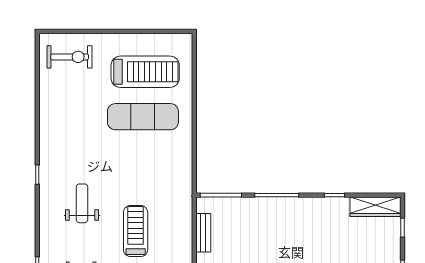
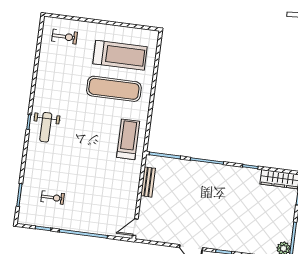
exercise bike: (70, 57) -> (65, 37), width x0.73, depth x0.72
weight bench: (82, 203) -> (46, 127), moved, turned 180
treadmill: (136, 231) -> (128, 139), moved

